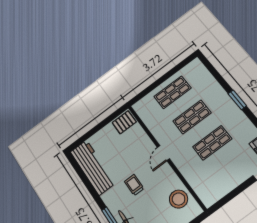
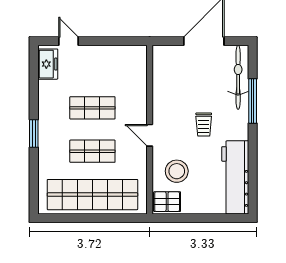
shop shelf: (173, 92) -> (92, 195), width x2.00, depth x1.36
door: (163, 153) -> (150, 135), swing flipped
stool: (179, 199) -> (177, 171), moved

